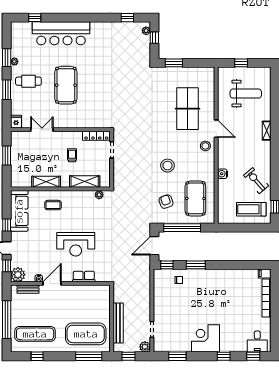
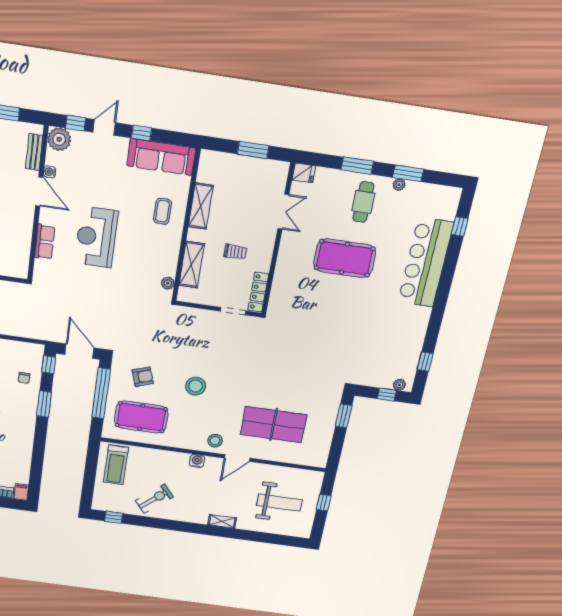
weight bench: (246, 94) -> (279, 503), turned -90
water cooler: (222, 174) -> (197, 461), moved
treadmill: (251, 209) -> (116, 465), moved, turned 180

